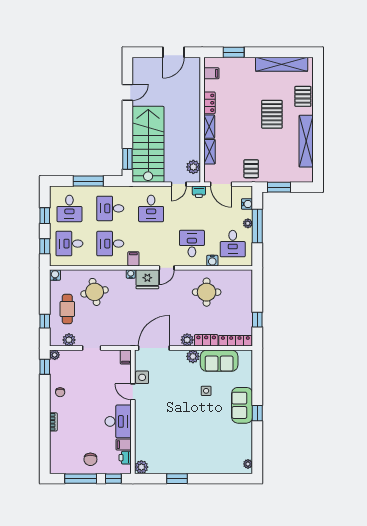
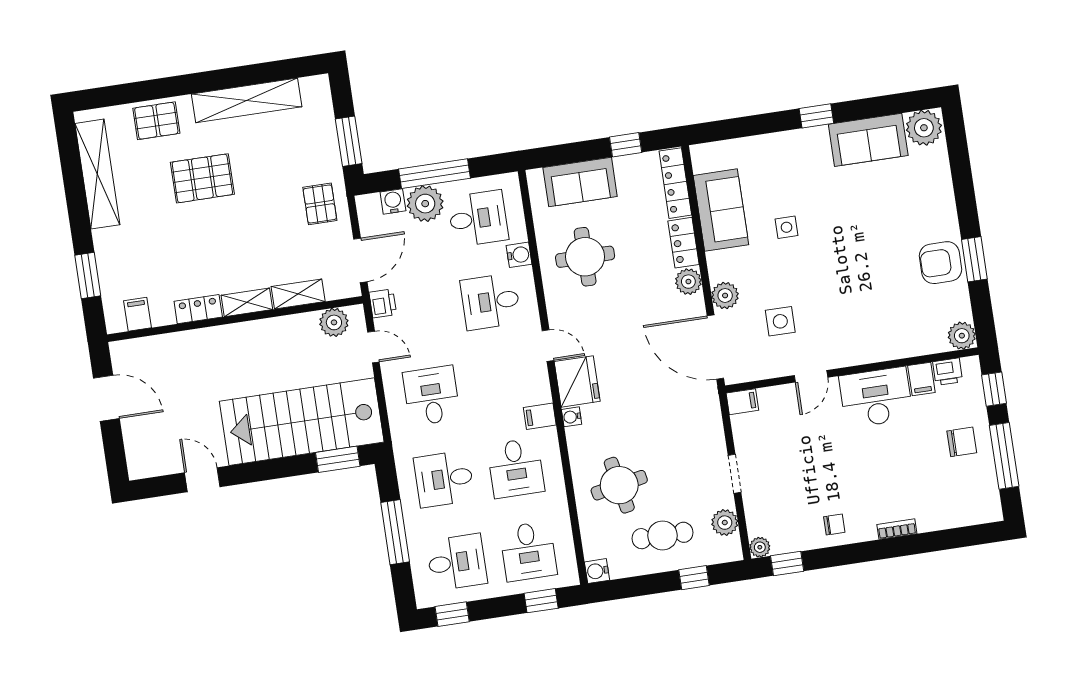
pallet: (251, 169) -> (320, 204), turned 90
desk: (110, 208) -> (444, 479), turned 90
desk: (151, 208) -> (432, 396), turned -90
window: (45, 216) -> (452, 614), moved
plant: (248, 223) -> (425, 204), width x1.88, depth x1.88
sofa: (243, 295) -> (580, 182), added
plant: (193, 356) -> (725, 295), moved
side table: (142, 377) -> (780, 321), moved
sofa: (242, 405) -> (868, 140), moved
armchair: (178, 462) -> (940, 263), added
plant: (248, 464) -> (924, 128), width x1.87, depth x1.87

